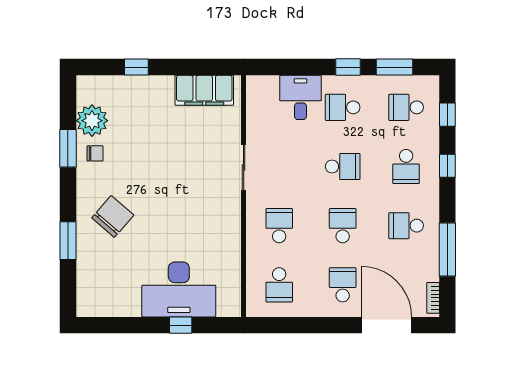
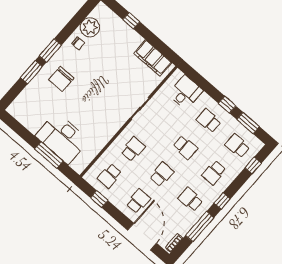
desk: (300, 97) -> (185, 92), moved
window: (68, 148) -> (50, 50), moved
window: (447, 166) -> (222, 201), moved
chair: (113, 216) -> (61, 79), turned 139
window: (181, 325) -> (49, 155), width x2.17
window: (292, 325) -> (99, 199), added

